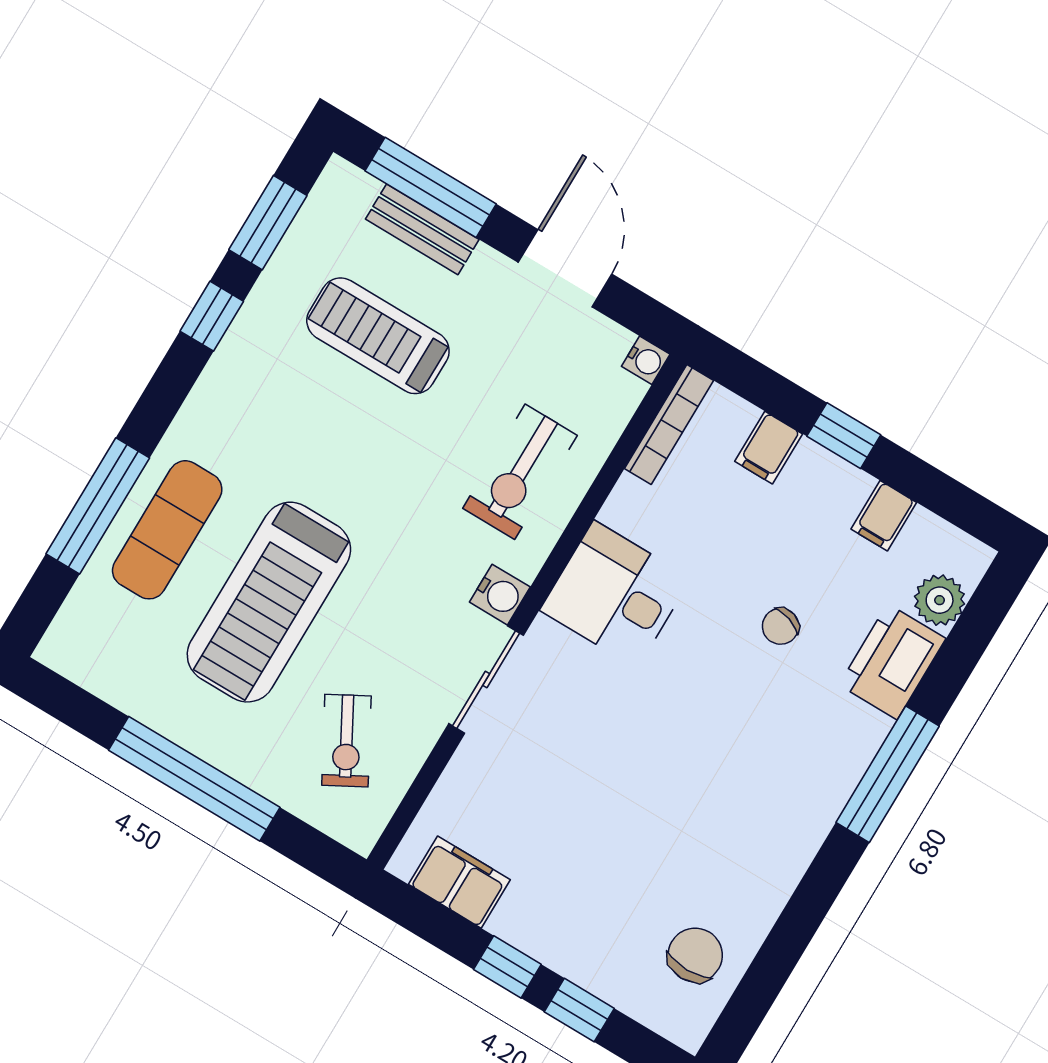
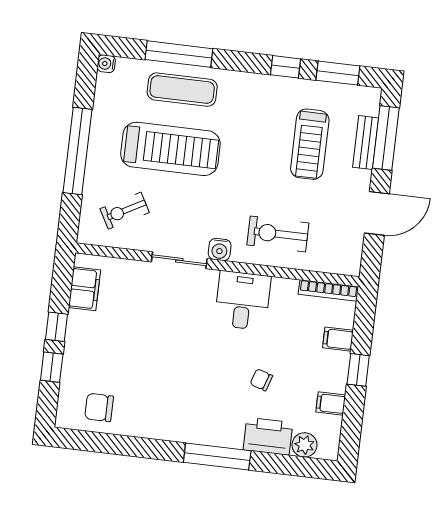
treadmill: (378, 336) -> (310, 144), turned 180
water cooler: (646, 360) -> (106, 64), moved, turned 90
treadmill: (269, 602) -> (170, 149), turned 180
chair: (695, 955) -> (99, 407), turned 180

